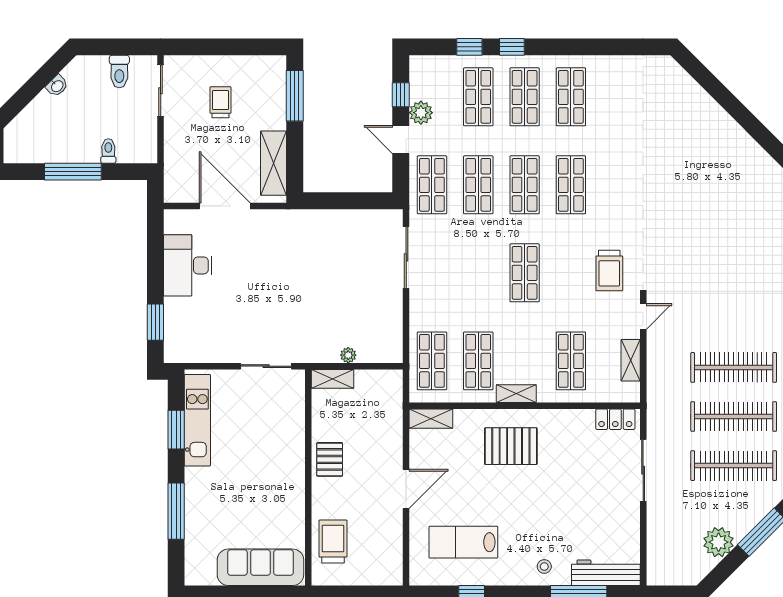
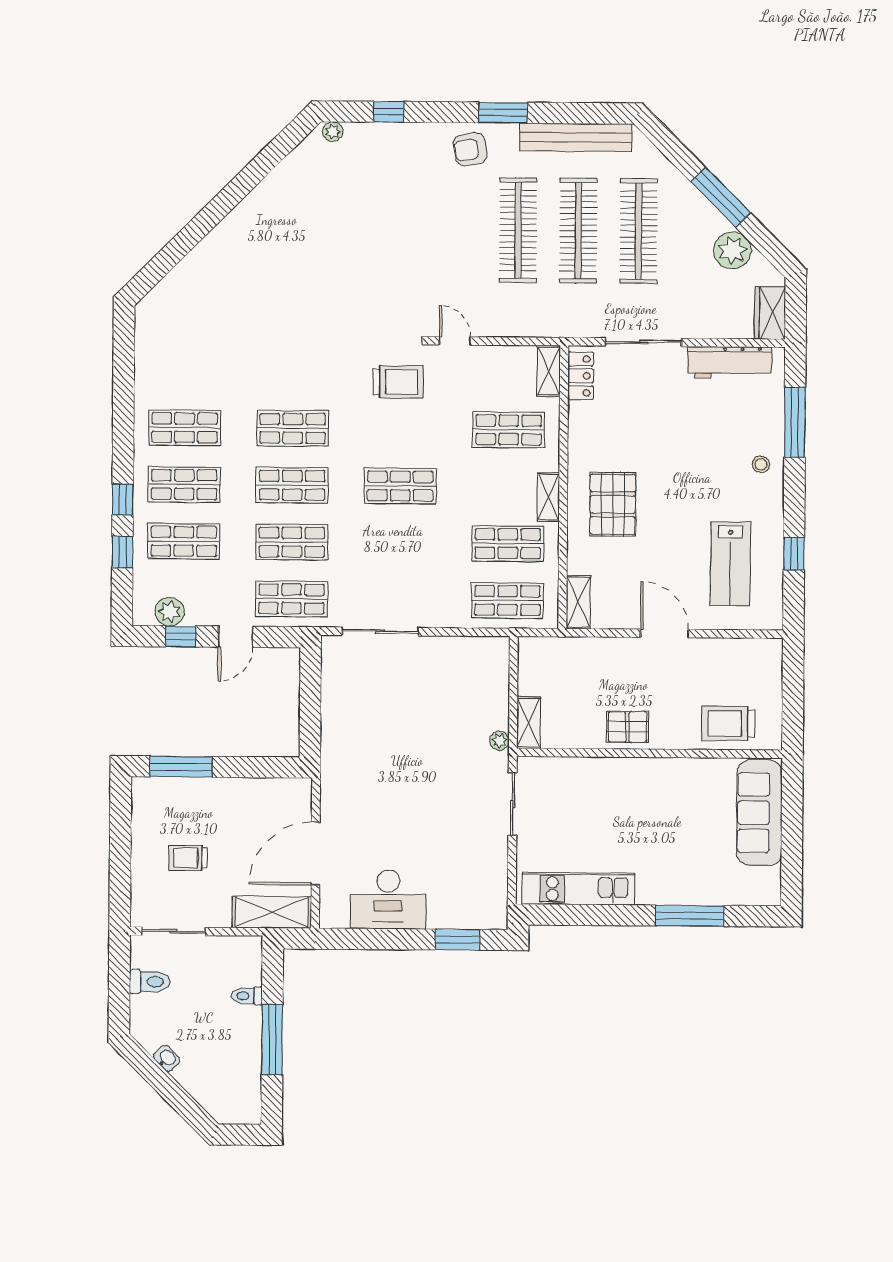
plant: (421, 113) -> (170, 612), moved
shelving: (273, 163) -> (272, 912), moved
plant: (348, 355) -> (499, 741), moved
shelving: (631, 360) -> (549, 371), moved, turned 90
window: (176, 430) -> (590, 915), removed
workbench: (606, 573) -> (730, 362), moved, turned -90
wardrobe: (668, 573) -> (770, 313), added

